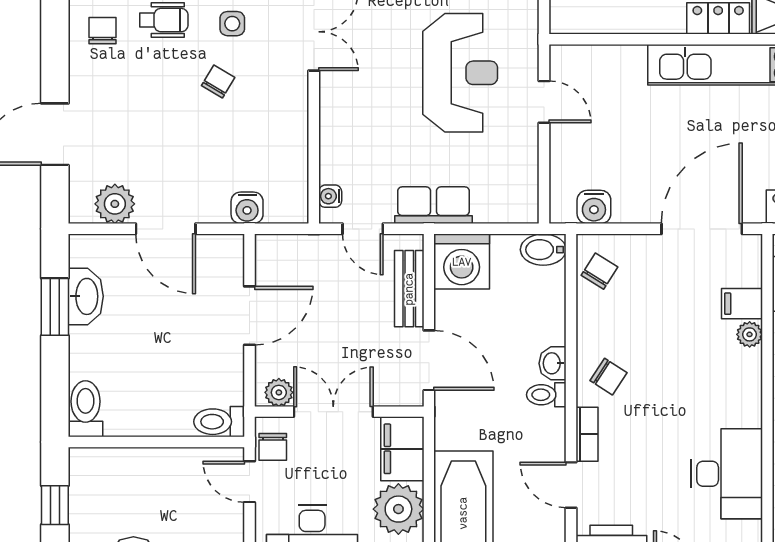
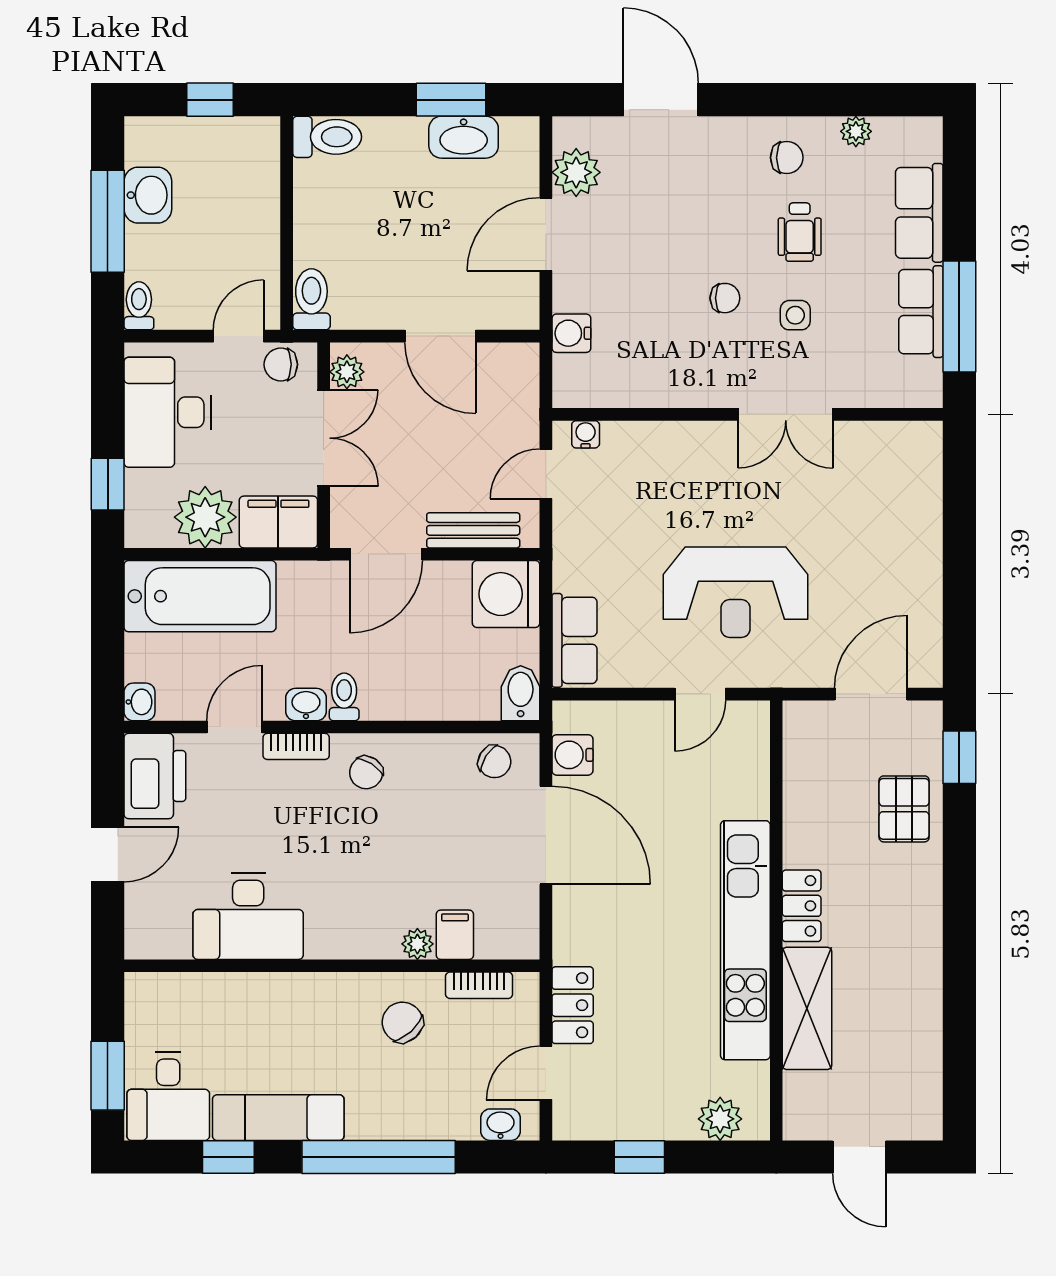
chair: (218, 81) -> (725, 298), turned -31
row of seats: (433, 205) -> (575, 640), moved
door: (702, 229) -> (546, 835), moved
washbasin: (553, 363) -> (306, 705), moved

